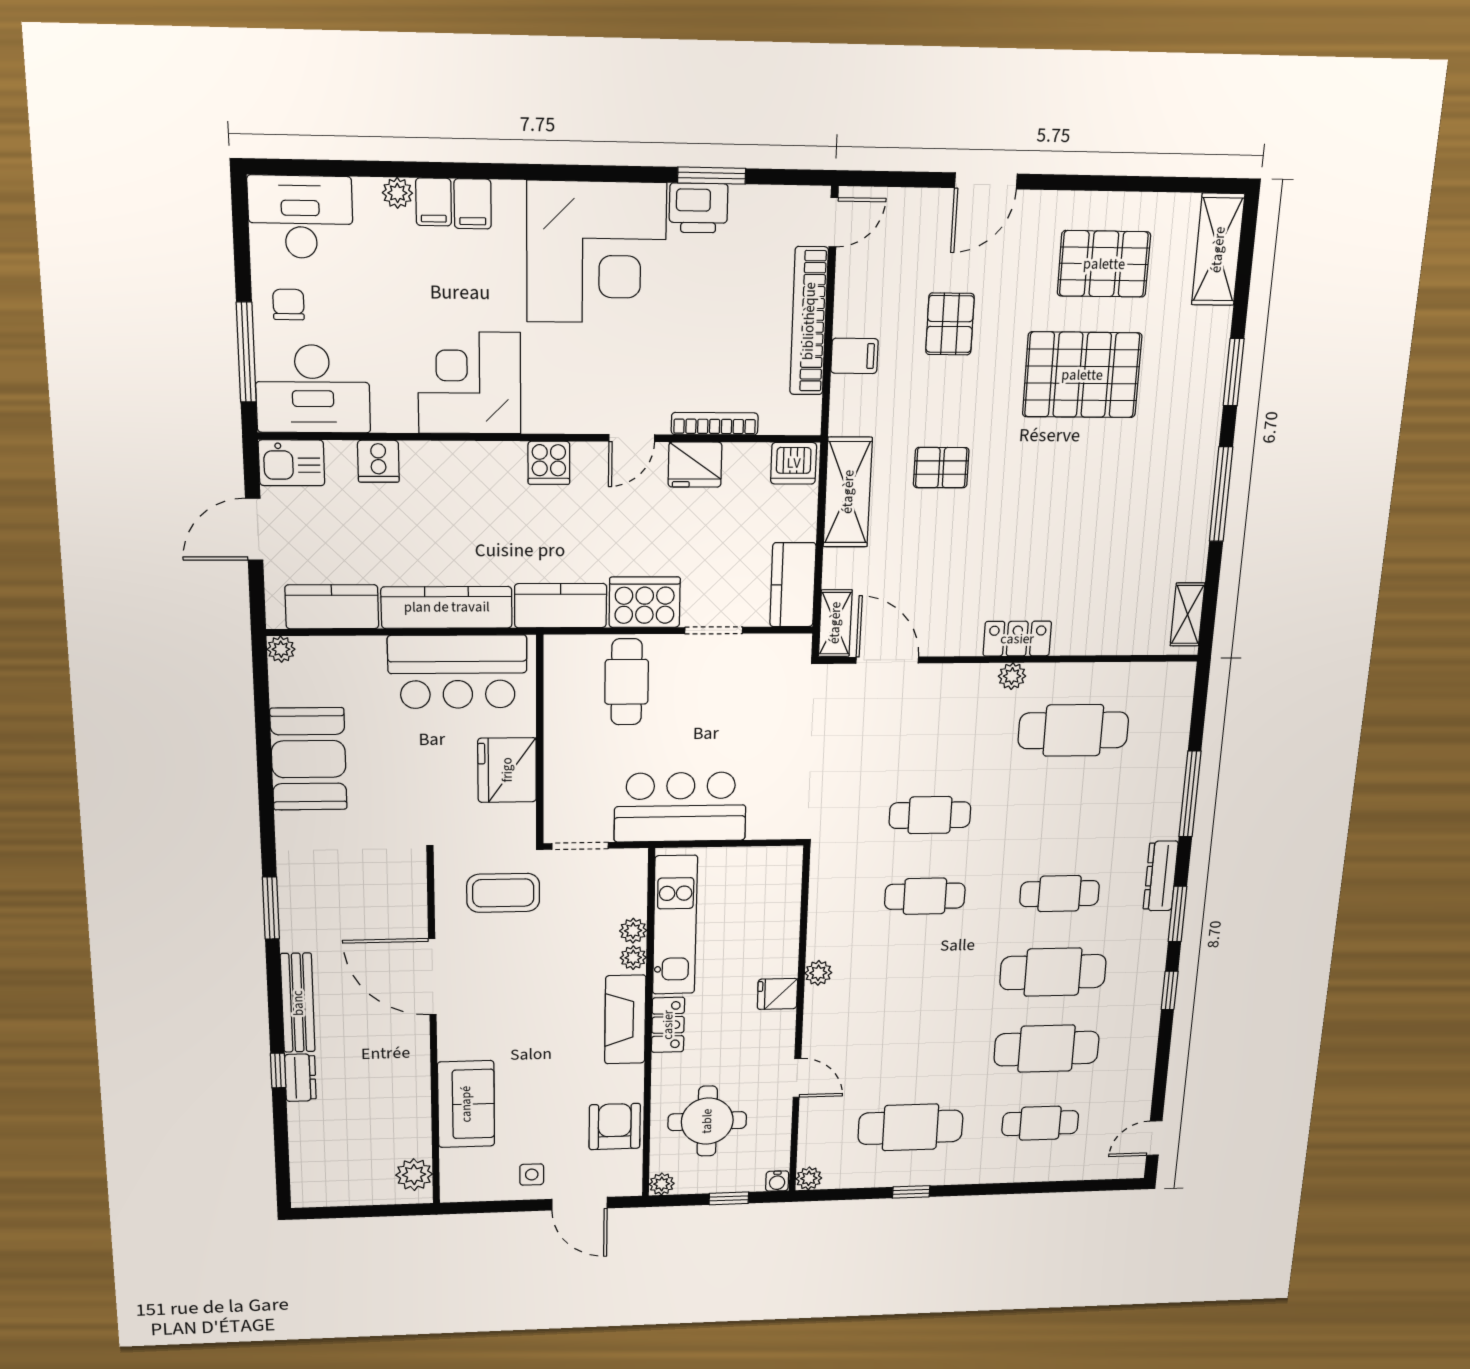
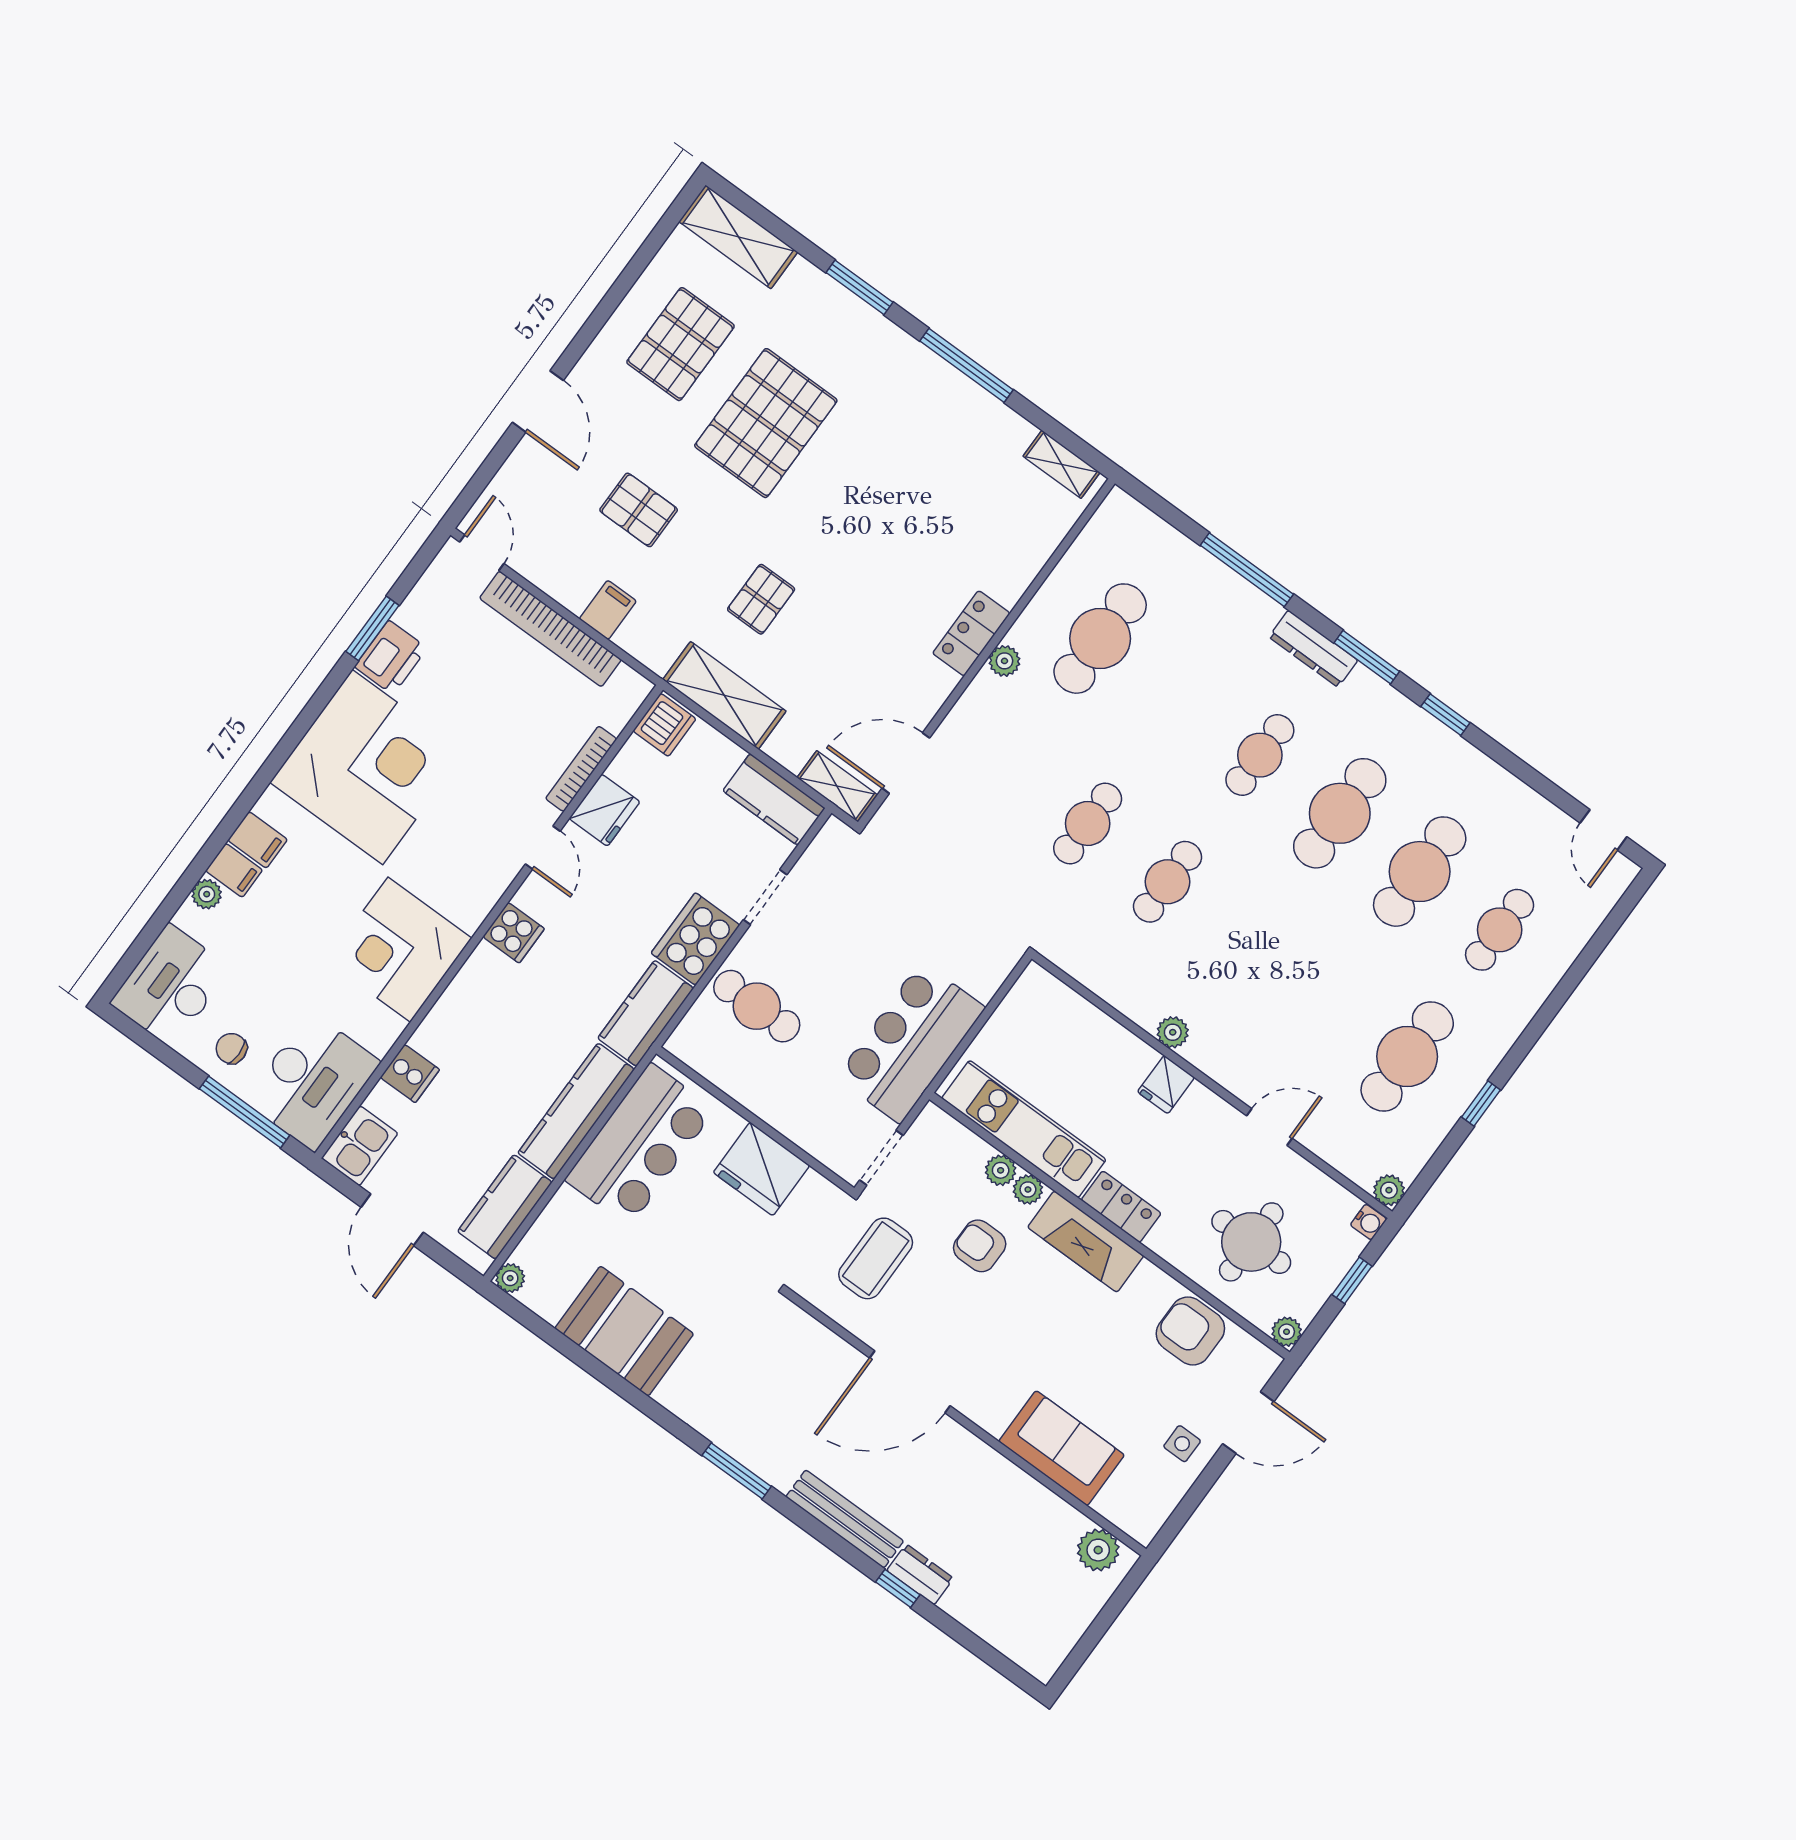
armchair: (568, 954) -> (980, 1246), added

